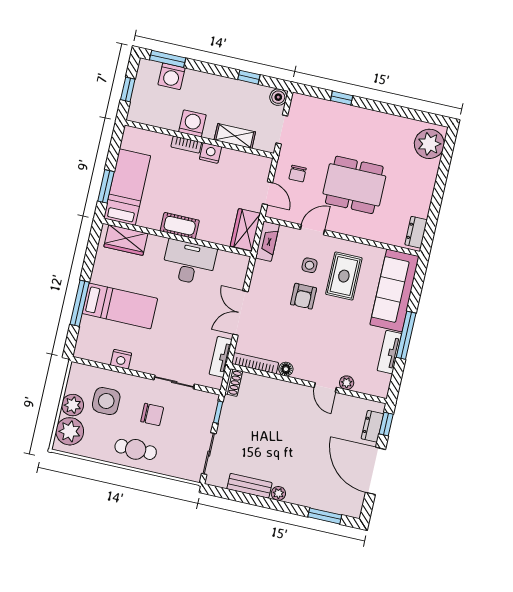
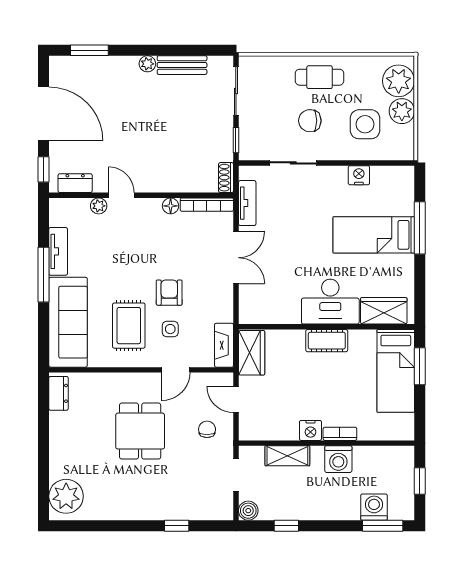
dining table: (354, 185) -> (140, 431), width x0.73
desk: (189, 262) -> (330, 302), moved
dresser: (372, 426) -> (75, 183), moved, turned -90

